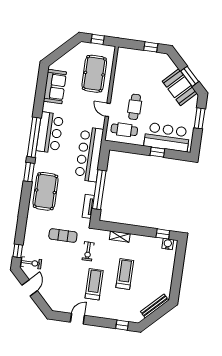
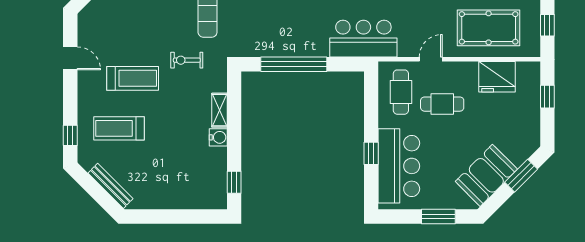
window: (151, 47) -> (547, 97), moved
fridge: (123, 73) -> (497, 77), added
window: (190, 76) -> (521, 176), moved
bar counter: (89, 154) -> (363, 39), width x0.73
tv unit: (88, 206) -> (263, 50), removed
water cooler: (168, 244) -> (218, 137), moved
treadmill: (125, 274) -> (119, 128), moved, turned 180

